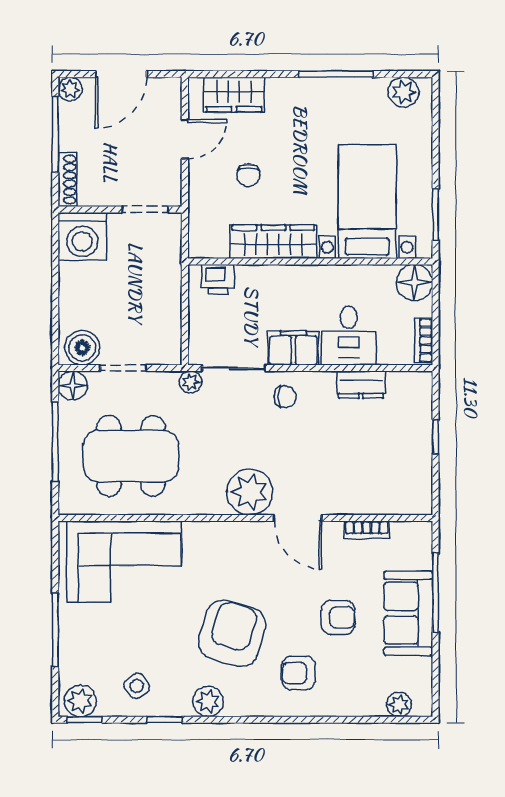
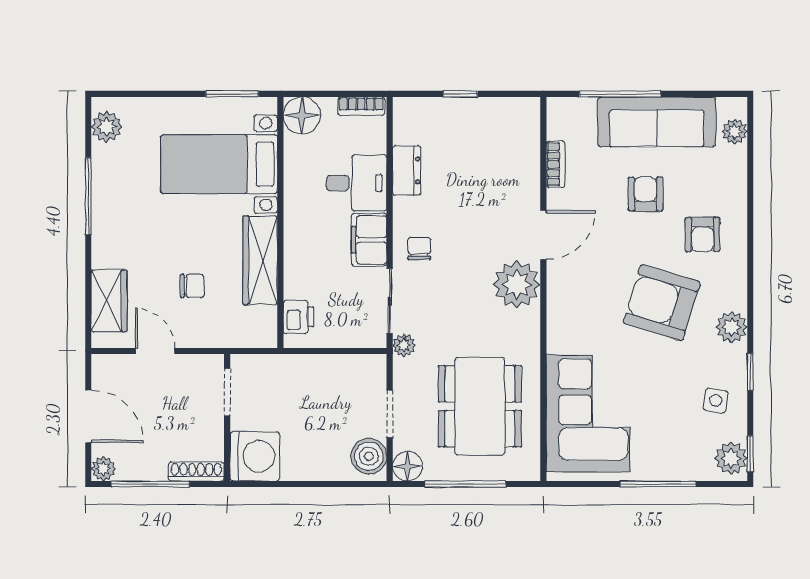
sofa: (408, 613) -> (657, 122), width x1.36
side table: (137, 686) -> (716, 401), turned 45

